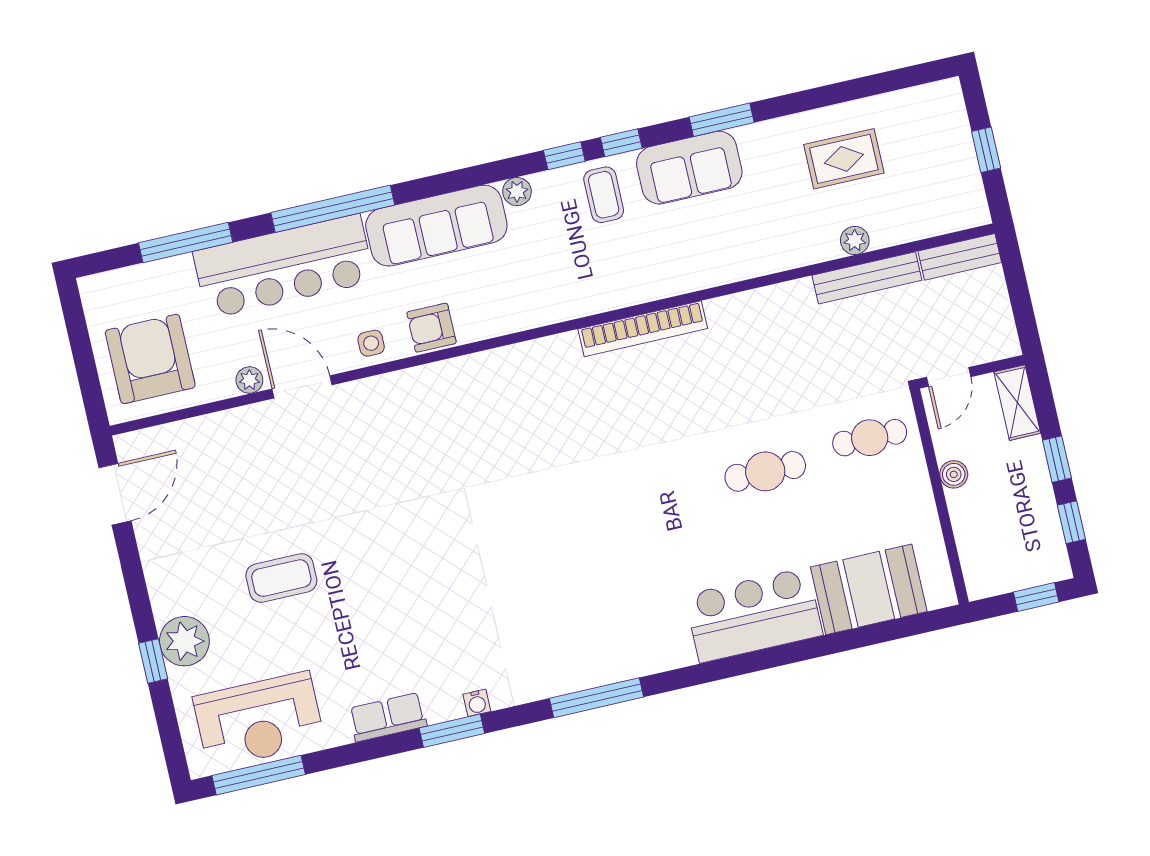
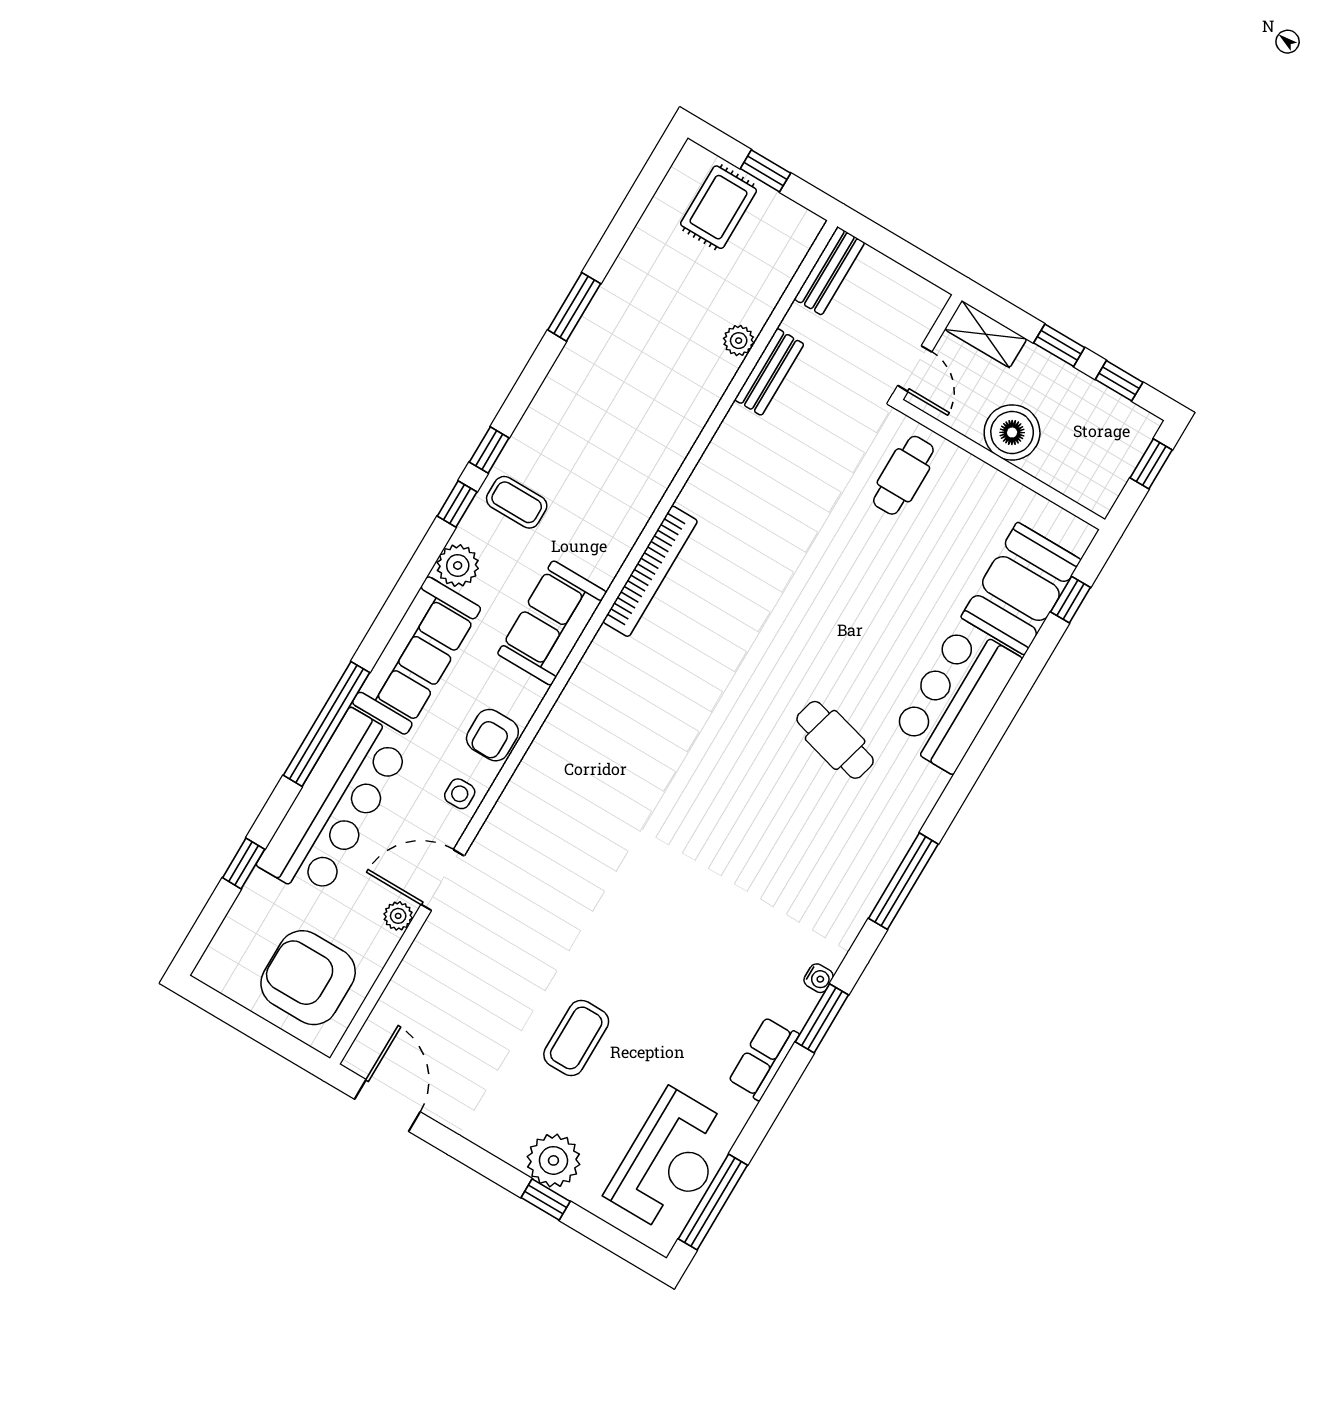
window: (722, 120) -> (574, 307), moved
rug: (844, 159) -> (719, 207), moved
sofa: (689, 168) -> (552, 623), moved, turned 180
plant: (517, 192) -> (458, 565), width x1.38, depth x1.38
window: (186, 242) -> (244, 864), width x0.46
bench: (867, 278) -> (769, 372), width x0.73
cafe table: (765, 471) -> (835, 740), moved, turned -75
boiler: (954, 474) -> (1012, 432), width x1.86, depth x1.86
window: (893, 630) -> (1071, 600), added

